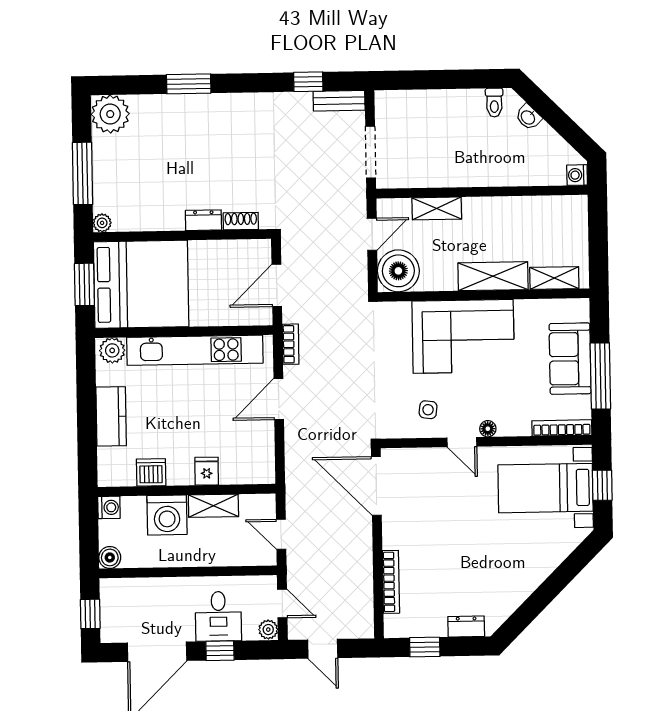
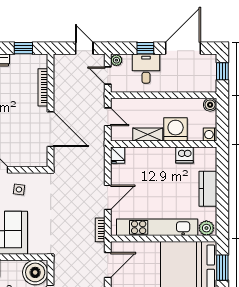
fridge: (207, 471) -> (118, 155), moved
door: (376, 486) -> (51, 129), moved

